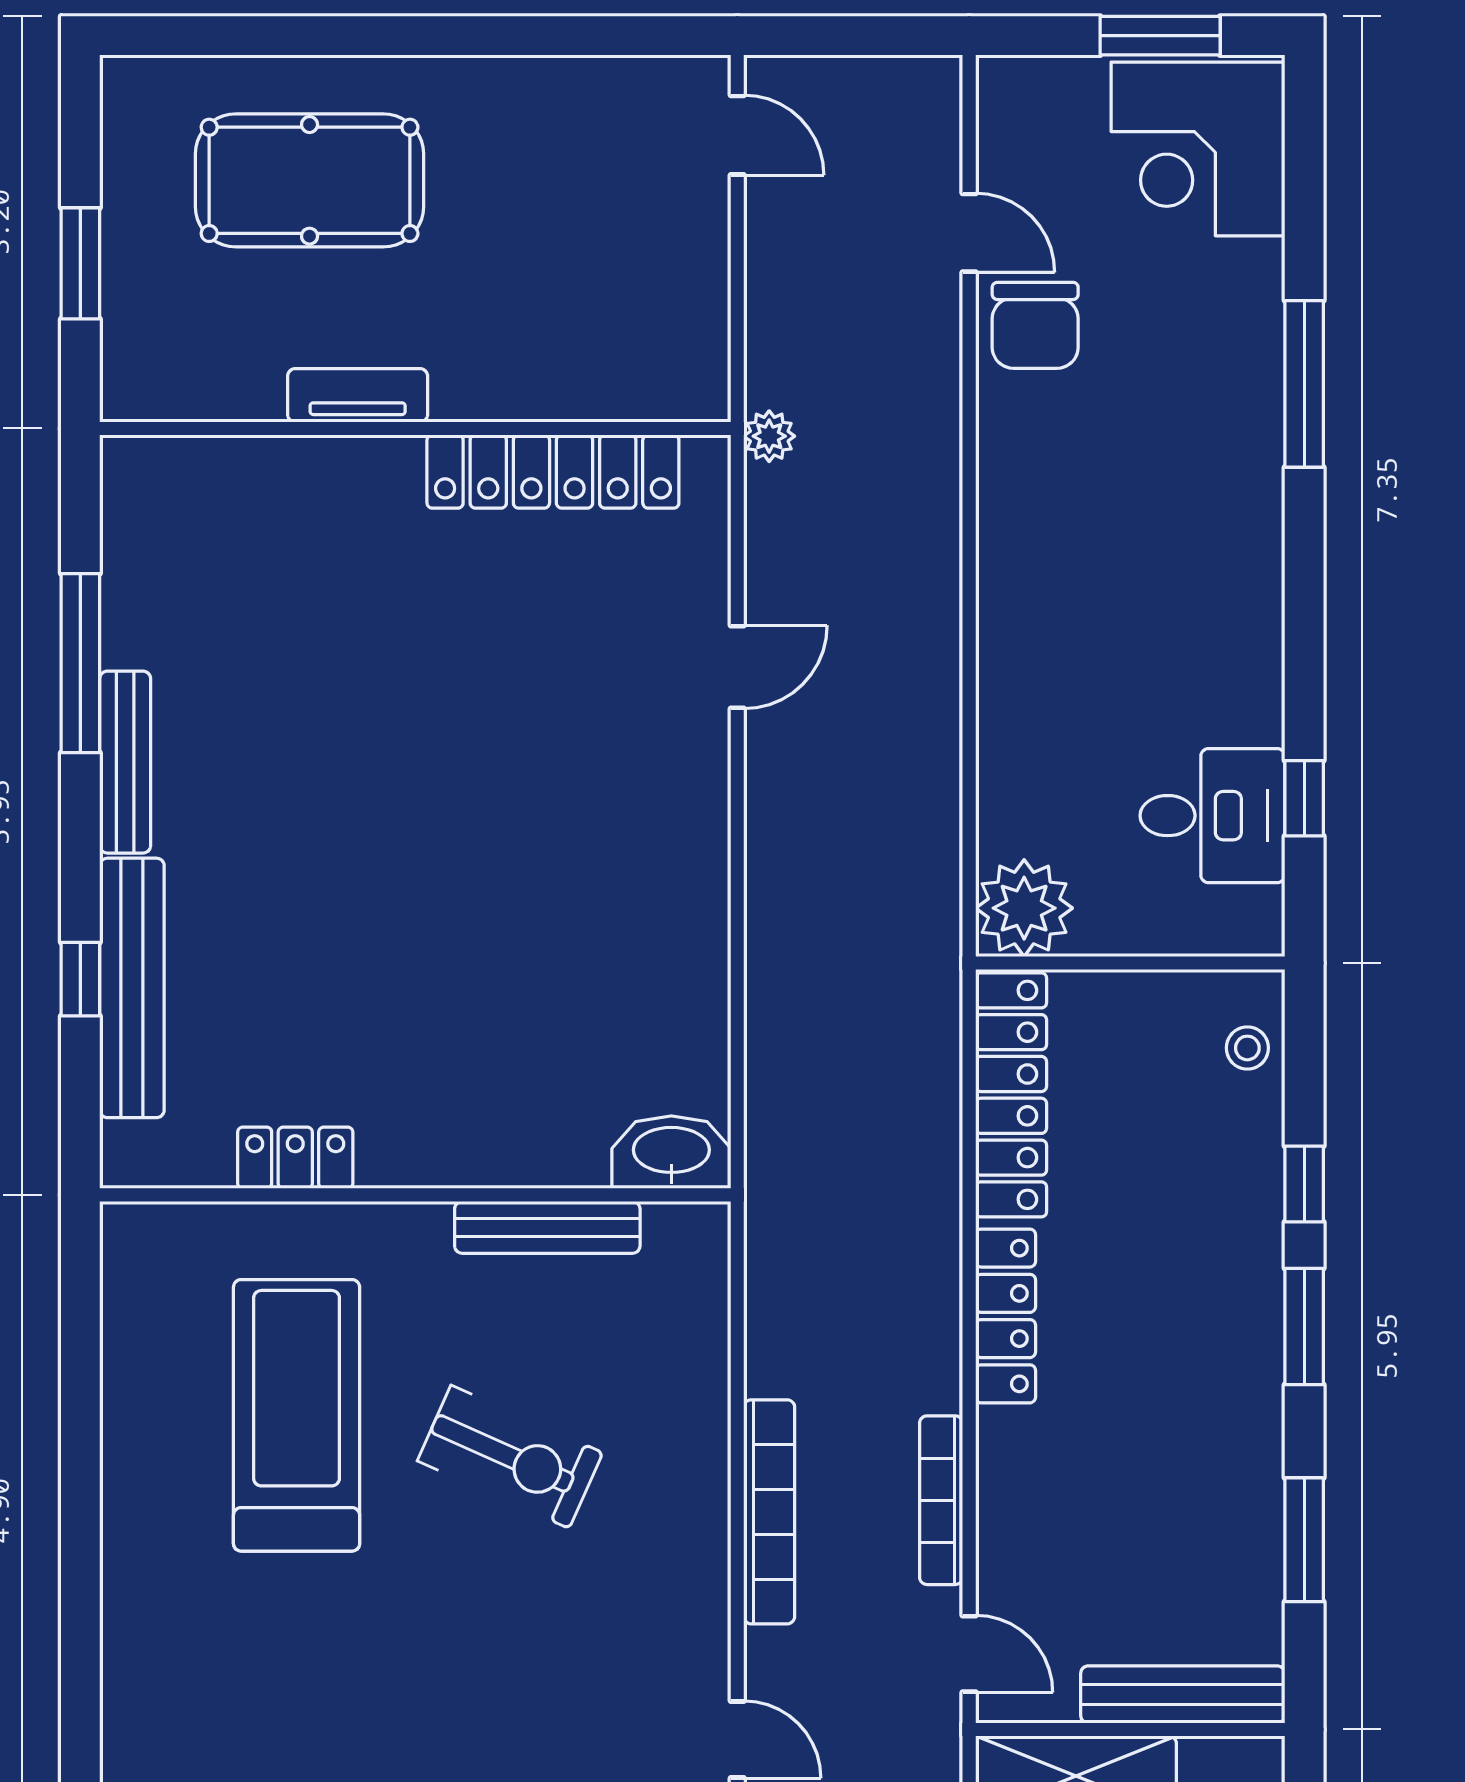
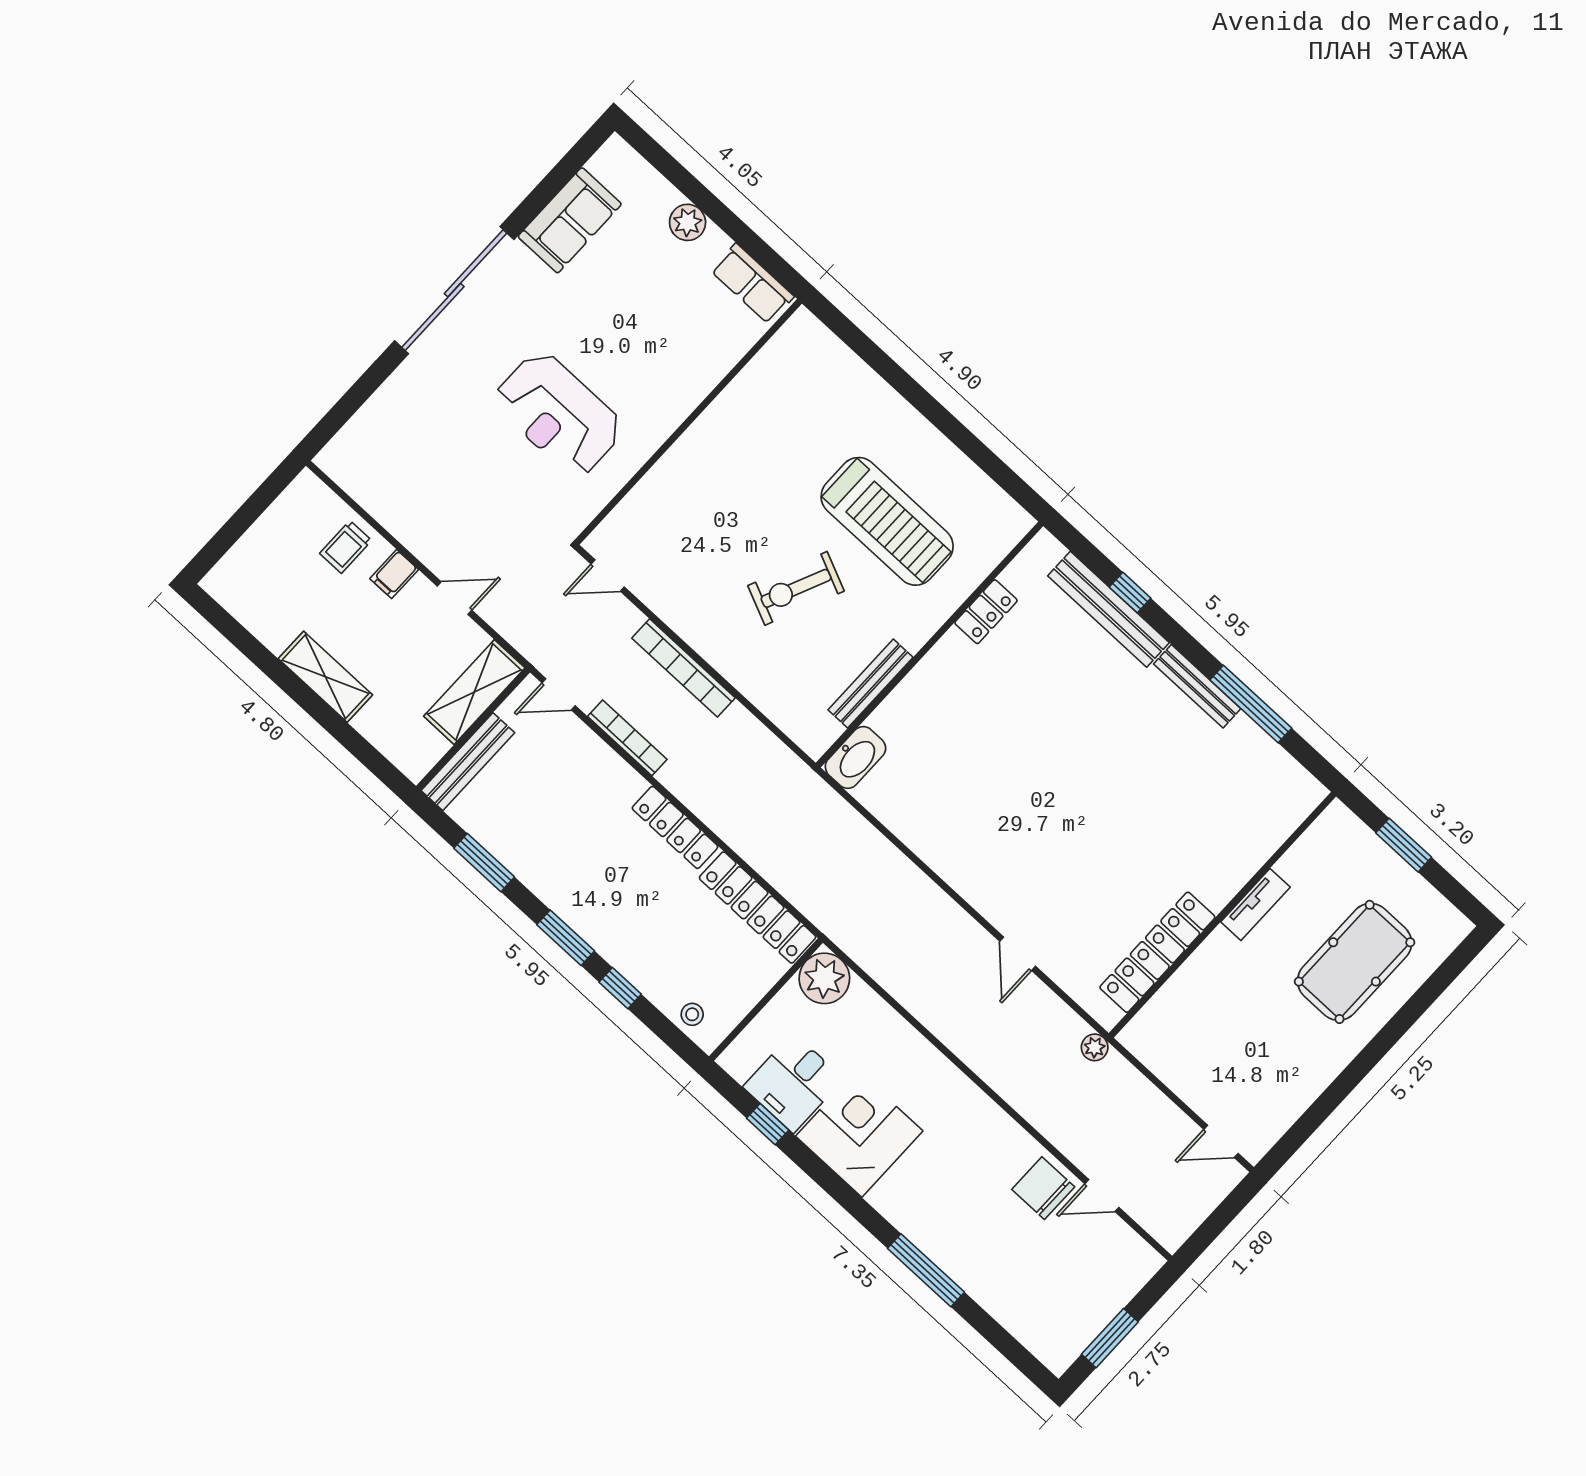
corner desk: (1198, 149) -> (859, 1134), moved

